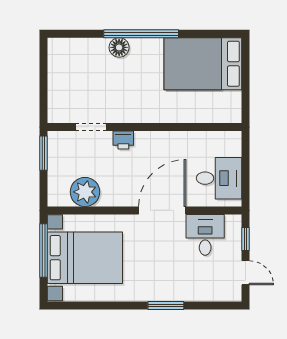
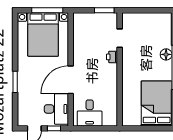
plant: (85, 192) -> (82, 35), removed
door: (162, 210) -> (71, 80), swing flipped
desk: (205, 235) -> (56, 109), width x1.37

